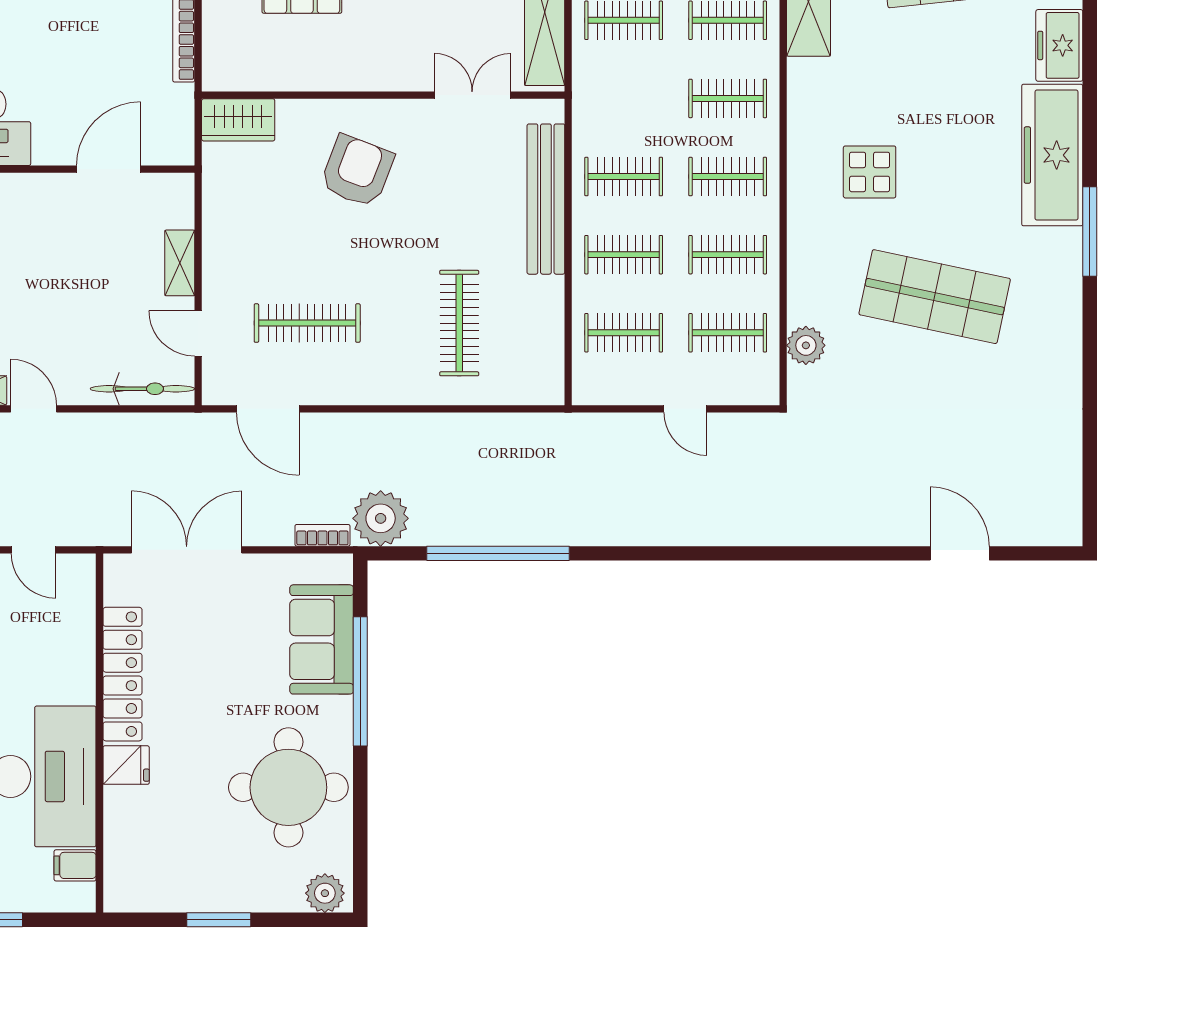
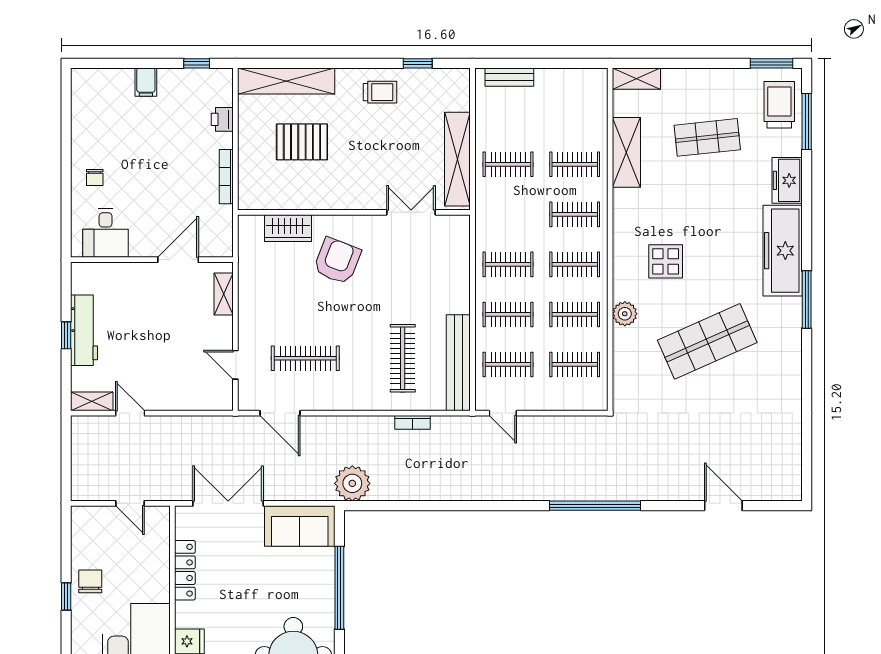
wardrobe: (238, 120) -> (288, 228), moved
bench: (546, 199) -> (458, 363), moved
shelving: (180, 263) -> (224, 294), moved
shop shelf: (935, 297) -> (707, 341), turned -36
plant: (806, 345) -> (625, 314), moved
bicycle: (142, 389) -> (200, 400), removed
door: (685, 409) -> (503, 413), moved
bookcase: (322, 535) -> (413, 422), moved, turned 180
window: (498, 553) -> (595, 506), moved
sofa: (322, 639) -> (300, 526), moved, turned -90
locker: (122, 674) -> (185, 570), width x0.71, depth x0.83

